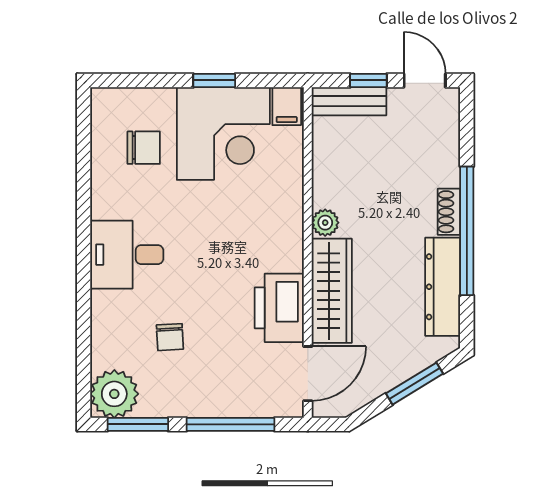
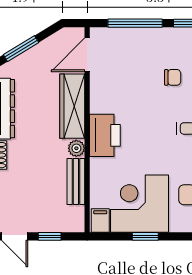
bench: (349, 101) -> (76, 181), moved, turned 90
printer: (279, 308) -> (105, 135), moved
chair: (170, 337) -> (173, 77), turned 93

